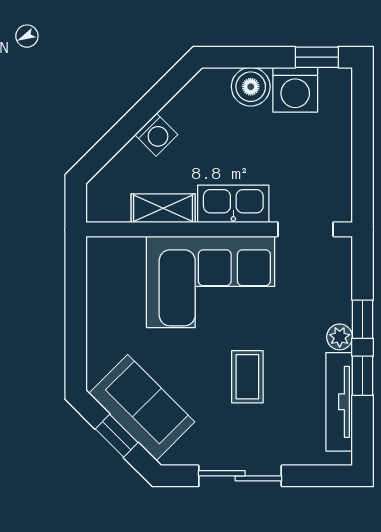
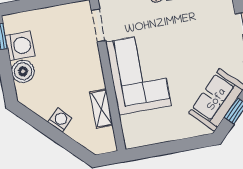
kitchen sink: (233, 204) -> (91, 69), removed
coffee table: (247, 377) -> (188, 43), removed

